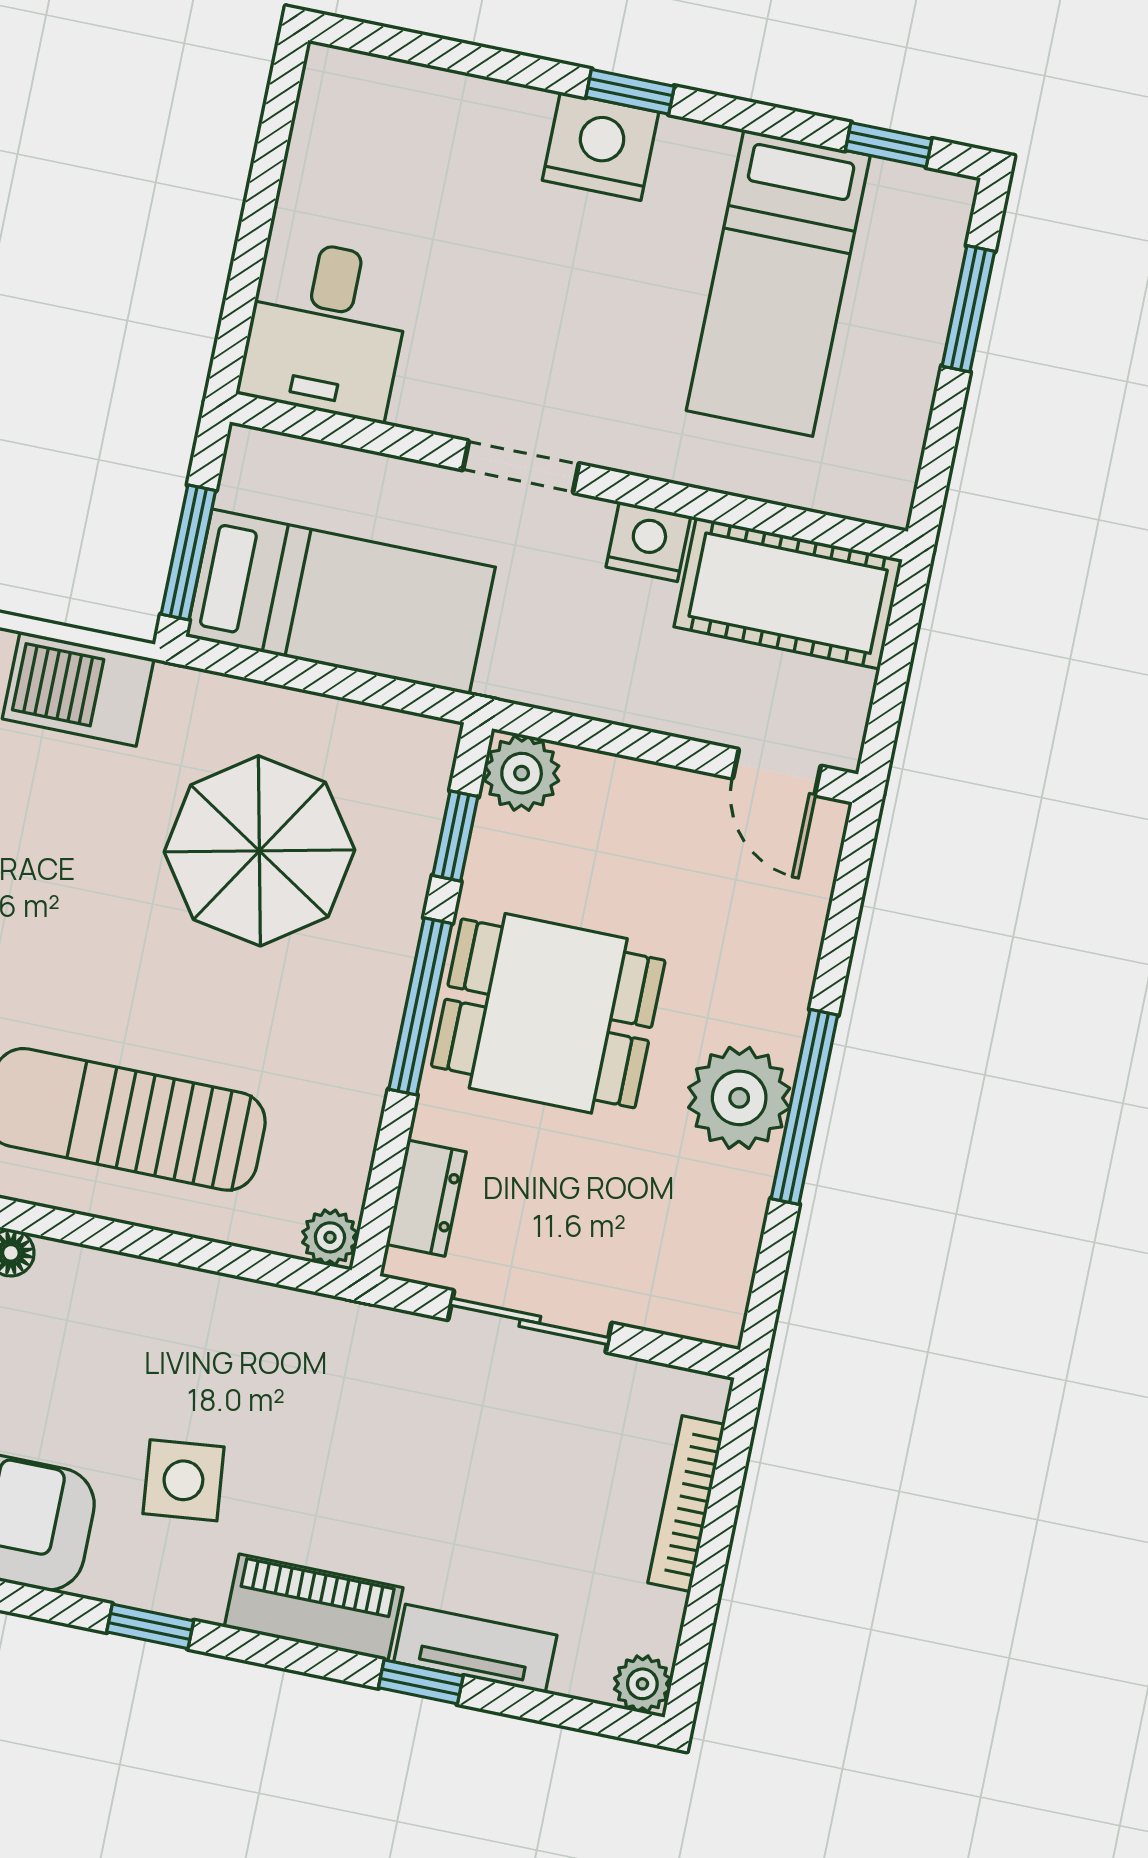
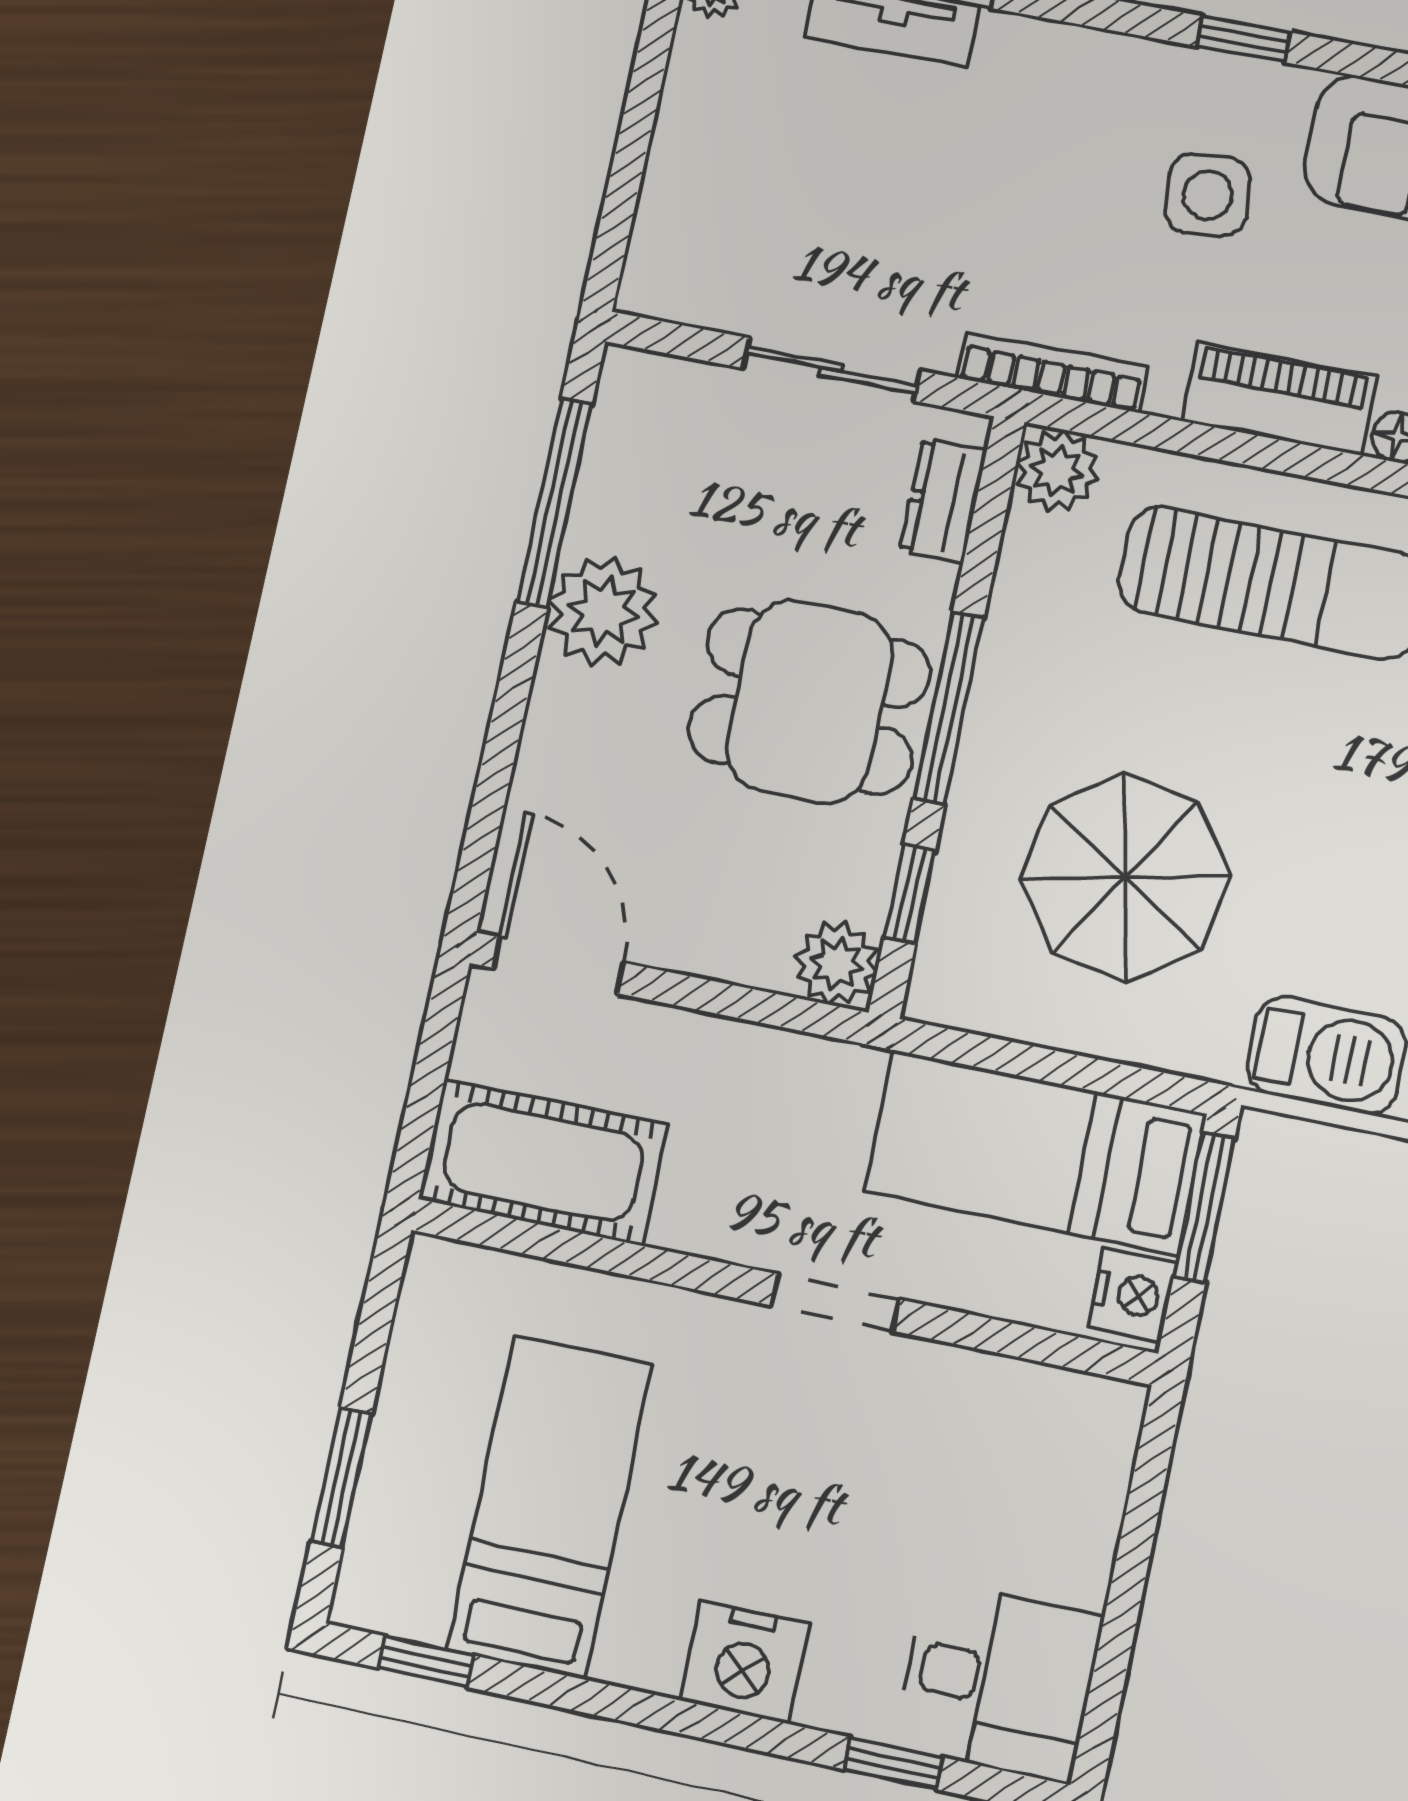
window: (630, 92) -> (893, 1763), moved
desk: (326, 329) -> (998, 1682), moved, turned 90
nightstand: (648, 542) -> (1132, 1295), moved, turned -90
door: (777, 772) -> (558, 965), width x1.38
window: (804, 1107) -> (554, 503), moved
plant: (330, 1237) -> (1057, 471), width x1.38, depth x1.38
bookcase: (686, 1504) -> (1052, 372), moved, turned -90
piano: (314, 1607) -> (1280, 399), moved, turned 180

